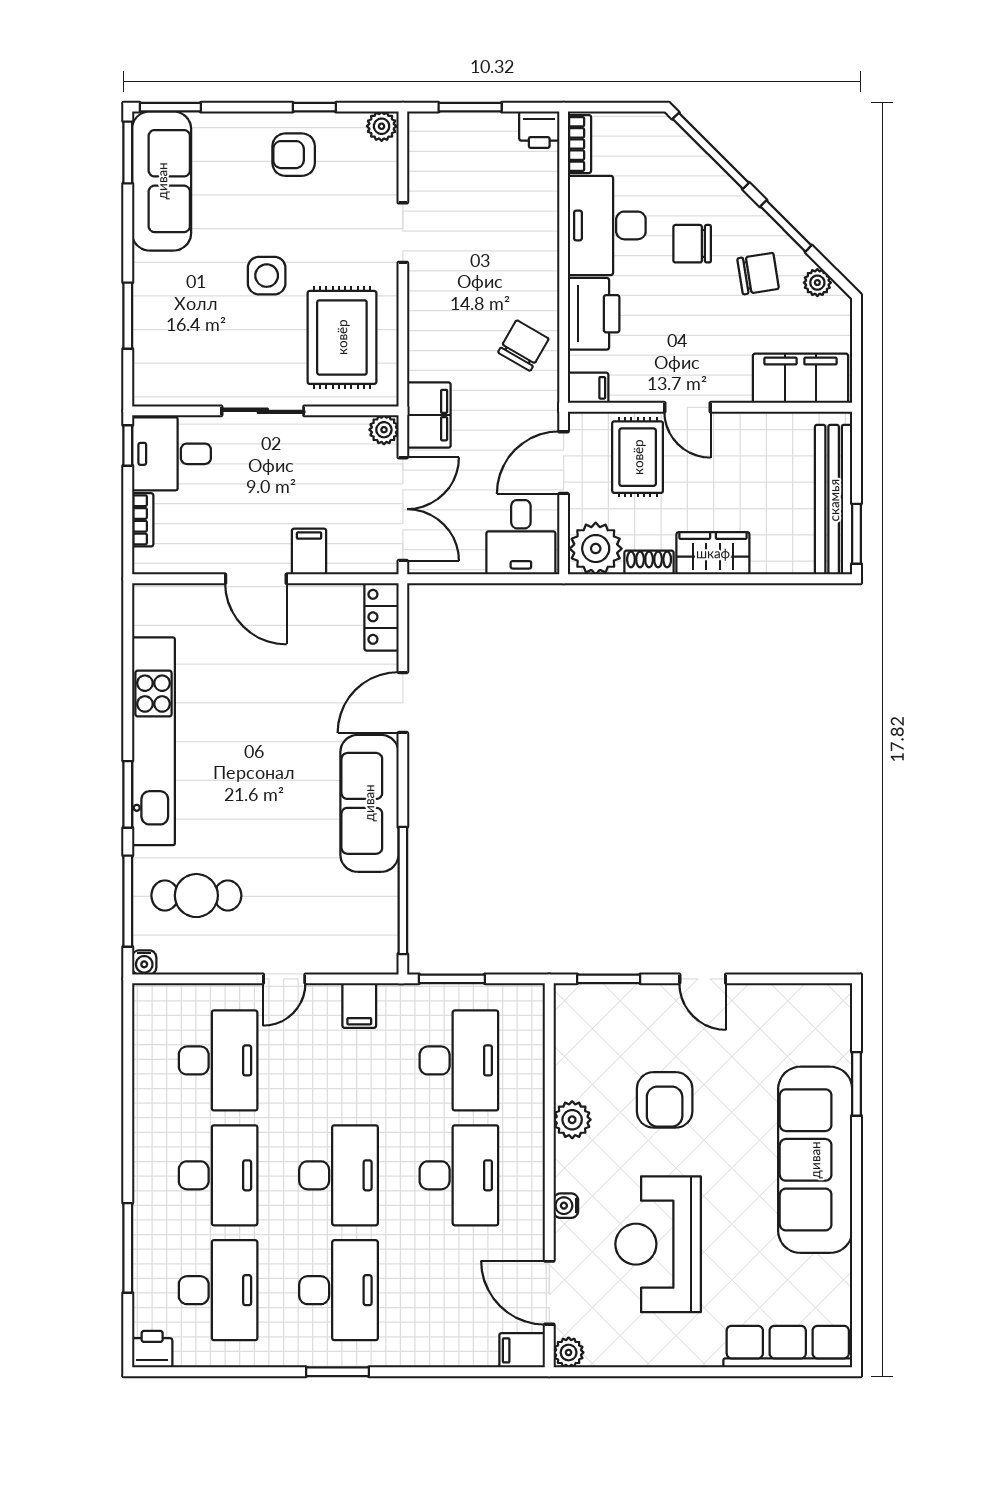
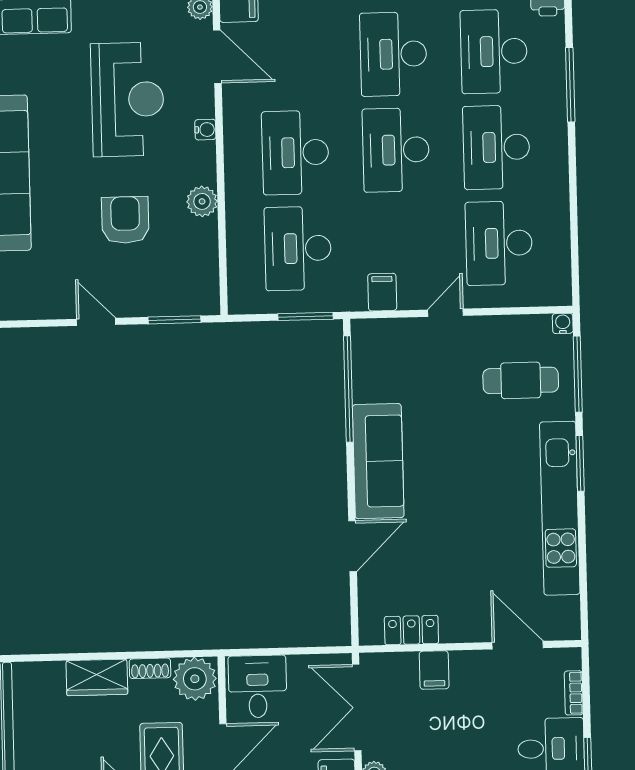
door: (256, 579) -> (518, 645), moved
locker: (381, 617) -> (411, 630), moved, turned -90

